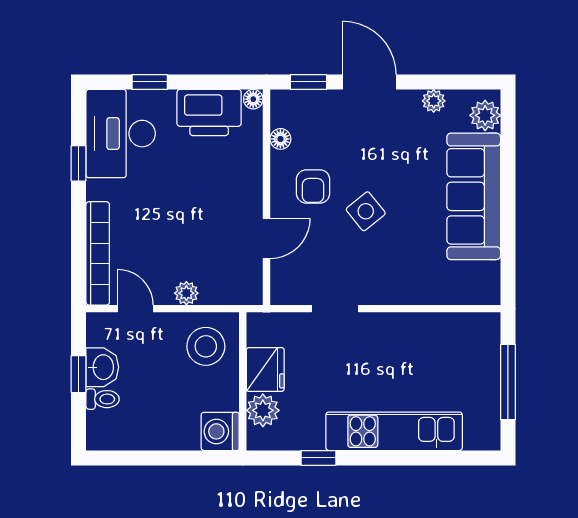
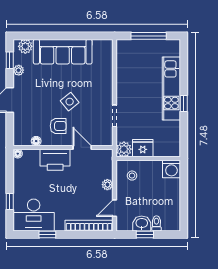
window: (309, 82) -> (10, 60), moved
printer: (209, 112) -> (55, 160), moved, turned 90
stool: (206, 346) -> (132, 176), width x0.53, depth x0.53
plant: (263, 410) -> (124, 149), moved
window: (318, 458) -> (184, 104), moved

